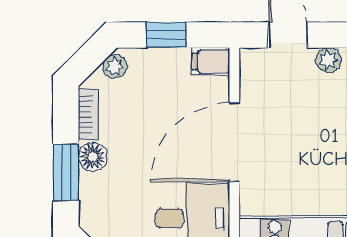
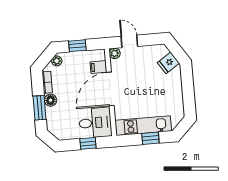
plant: (329, 60) -> (115, 53), moved
filing cabinet: (211, 61) -> (99, 67), moved

